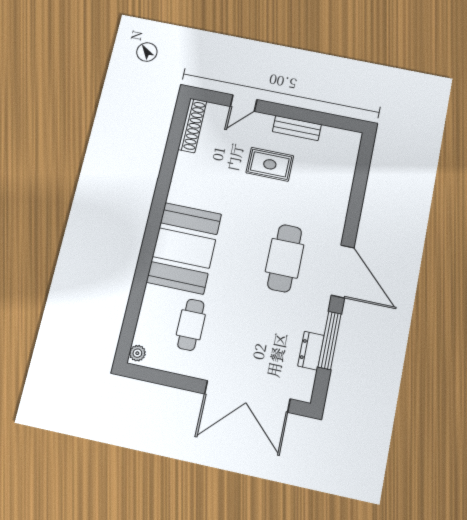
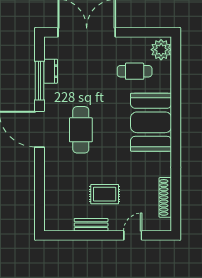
shoe rack: (192, 125) -> (165, 197), moved
cafe table: (191, 325) -> (135, 71), turned 90
plant: (137, 353) -> (161, 50), width x1.88, depth x1.88

